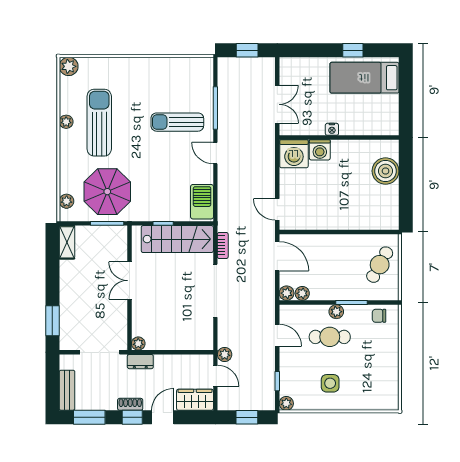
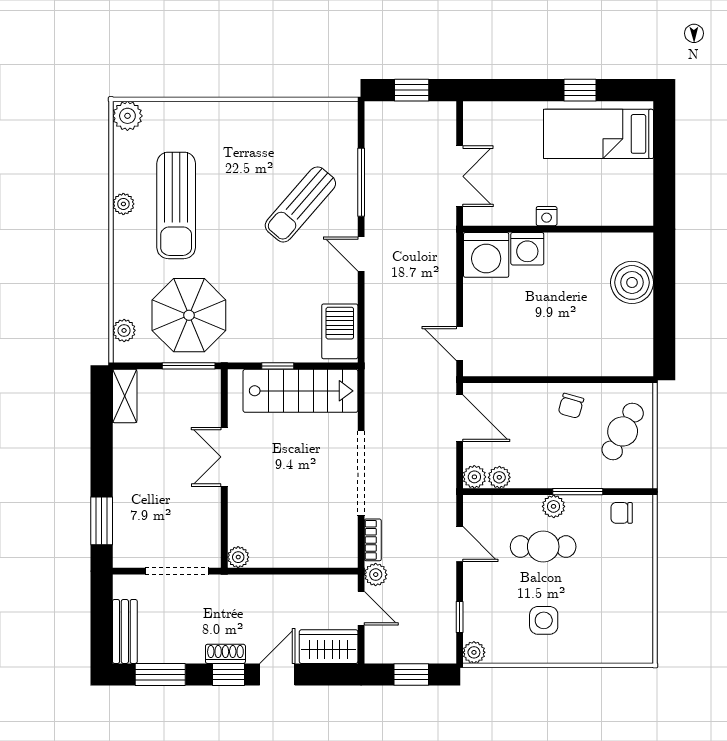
sun lounger: (177, 122) -> (300, 204), turned -49
sun lounger: (99, 123) -> (176, 205), turned 180
bookcase: (223, 245) -> (373, 540), moved
chair: (347, 248) -> (571, 406), added
dresser: (140, 362) -> (242, 586), removed

